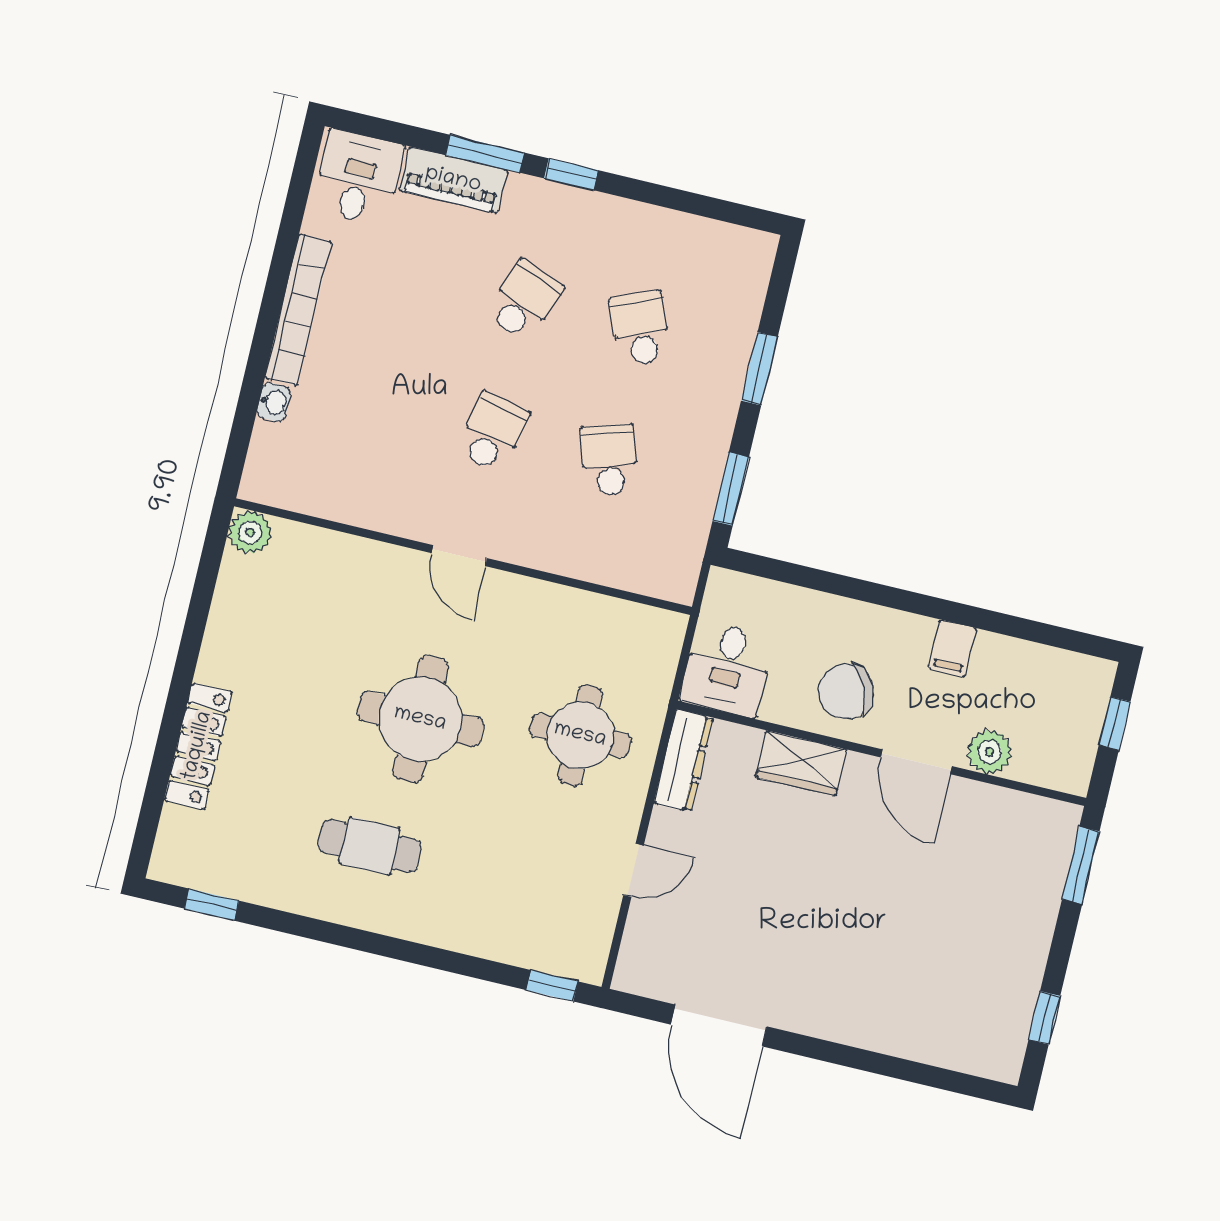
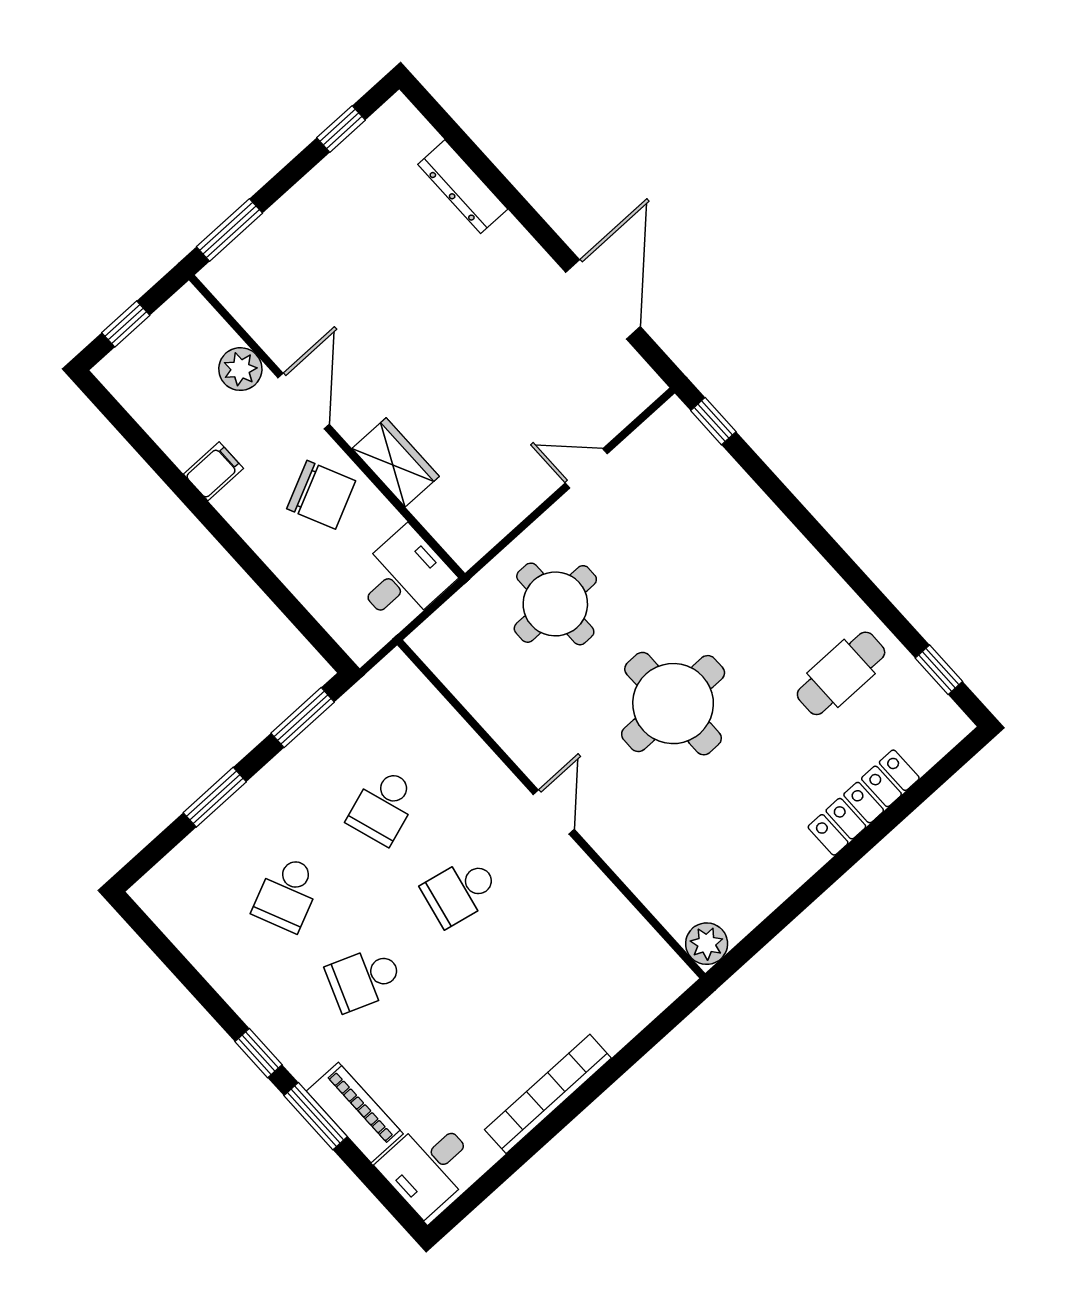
washbasin: (274, 402) -> (617, 1034), removed
dresser: (684, 761) -> (463, 187), moved, turned -90
cafe table: (370, 846) -> (841, 673), moved, turned 90

